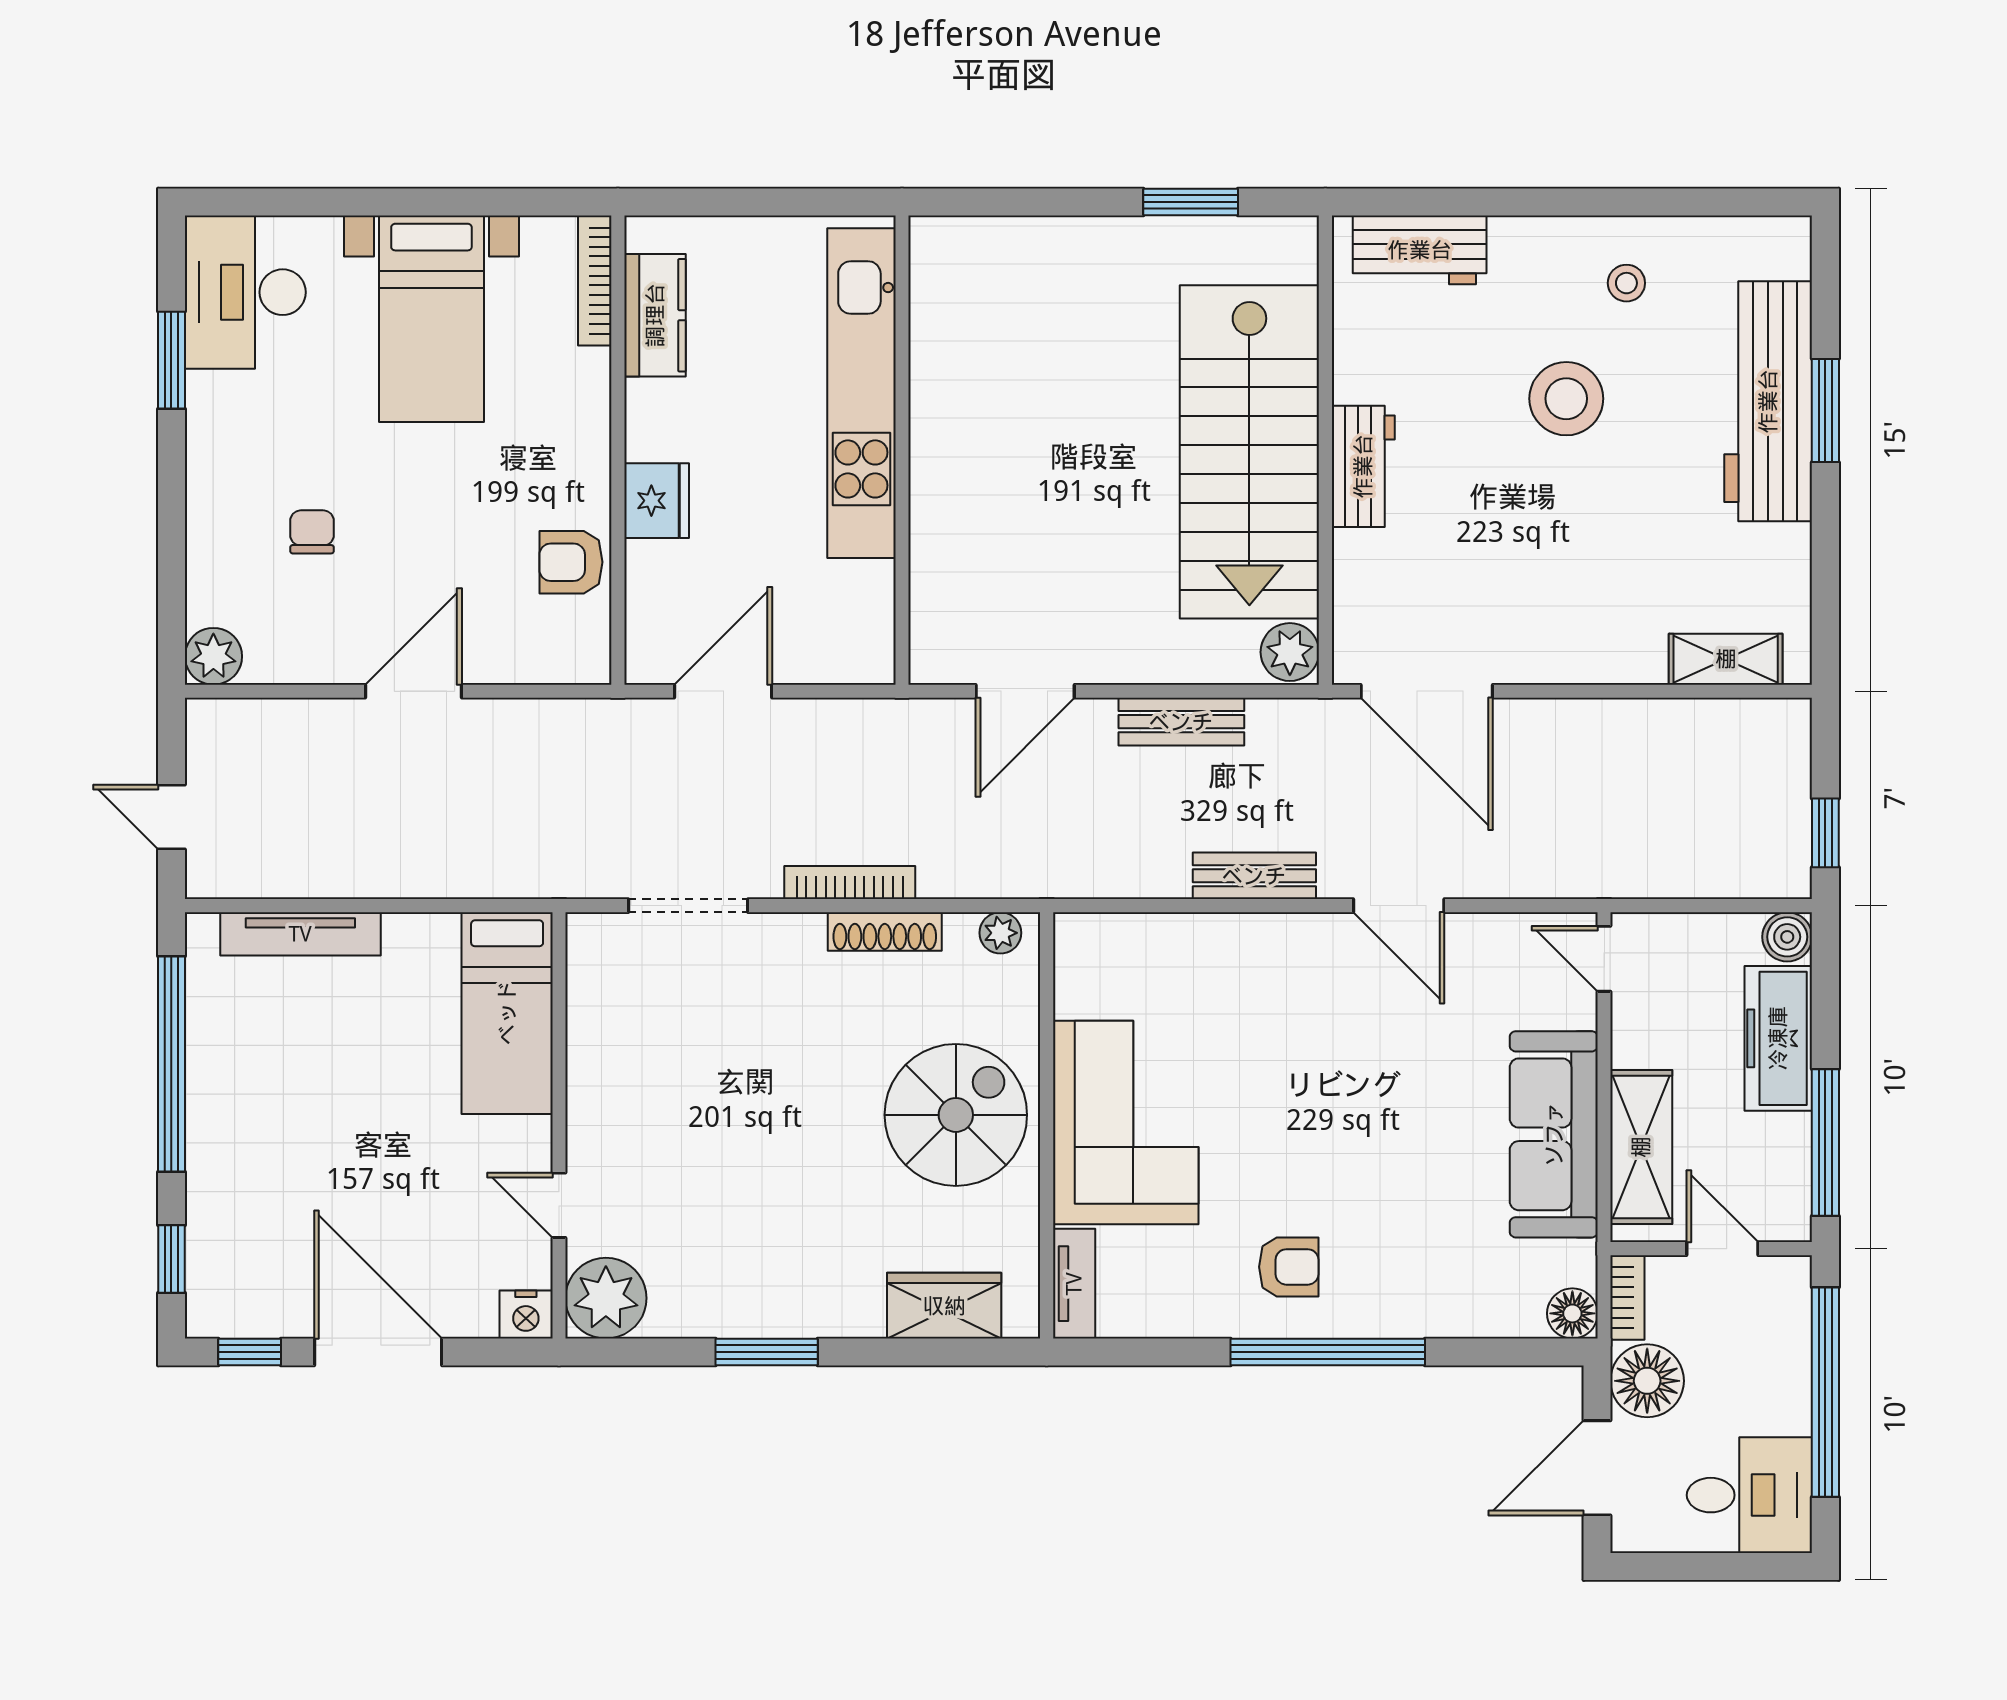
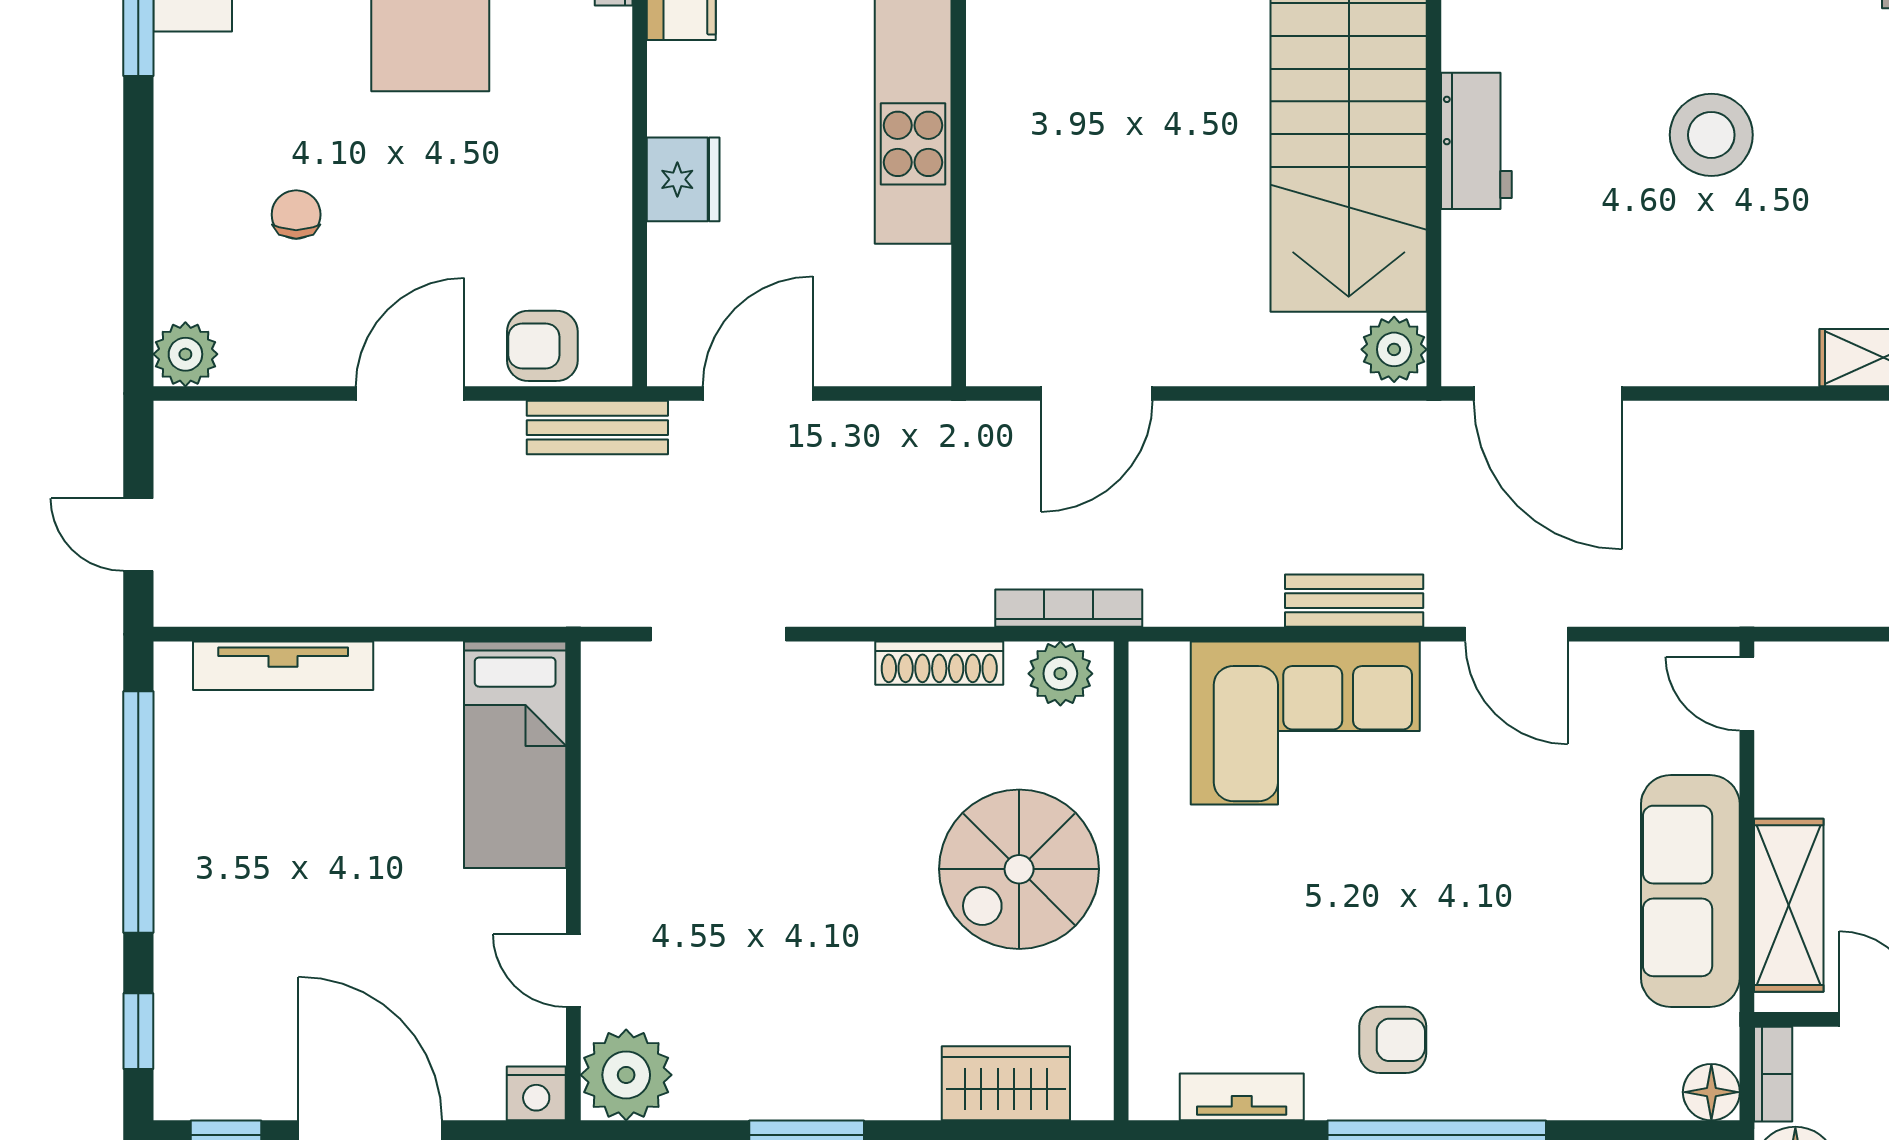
stool: (1566, 399) -> (1711, 135), moved
armchair: (571, 562) -> (542, 346), moved
bench: (1181, 722) -> (597, 428), moved
bookcase: (850, 883) -> (1069, 608), moved
plant: (1000, 933) -> (1060, 674), width x1.38, depth x1.38
spiral stairs: (956, 1115) -> (1019, 869), turned 180
corner sofa: (1126, 1122) -> (1305, 723), moved, turned 90
tv unit: (1074, 1284) -> (1242, 1097), moved, turned -90

